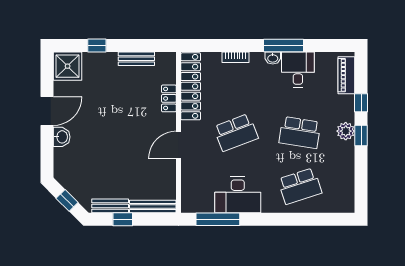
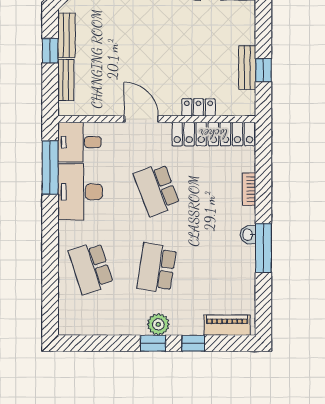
window: (97, 46) -> (263, 70), moved
desk: (298, 70) -> (79, 142), moved, turned 180
bench: (153, 207) -> (66, 80), width x0.73

